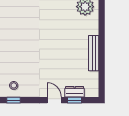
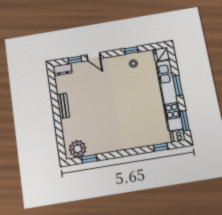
bench: (94, 53) -> (63, 106), width x0.73
dresser: (75, 92) -> (63, 70), moved

